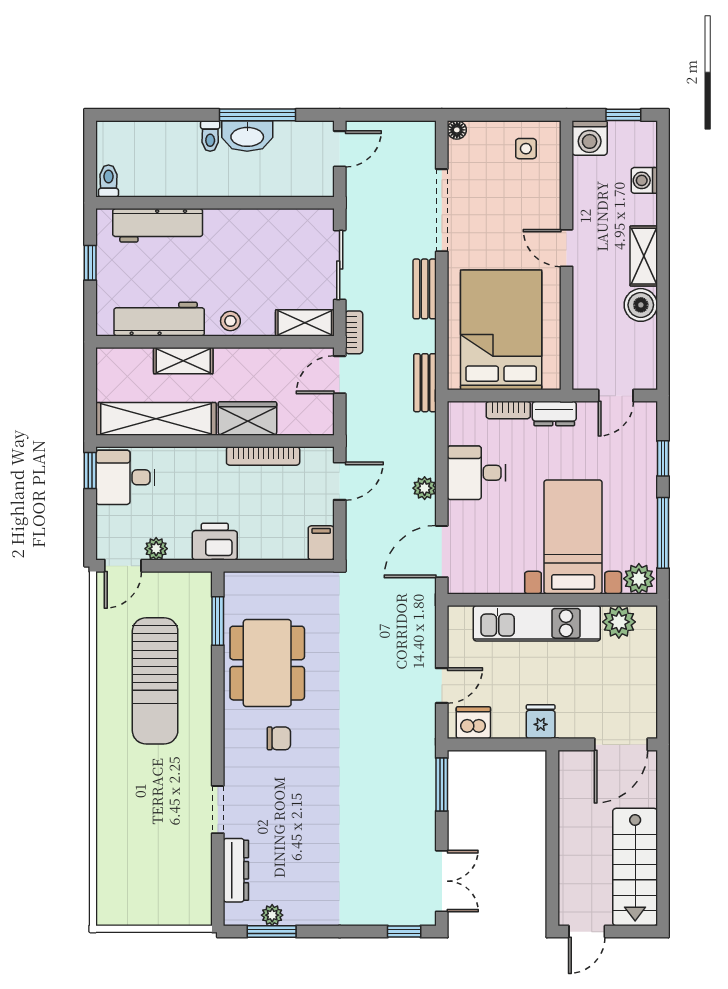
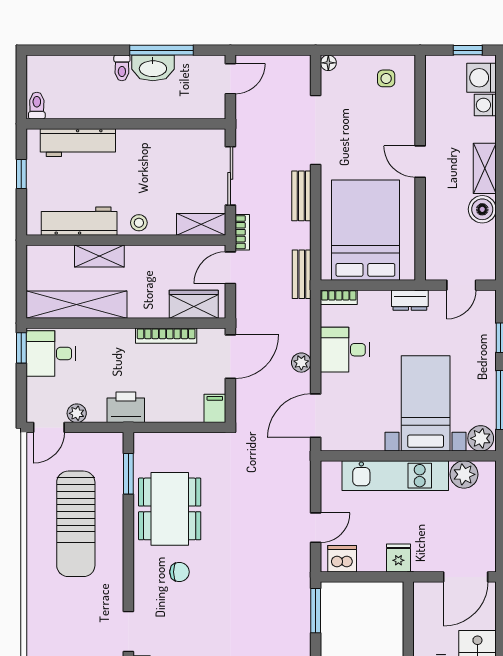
washing machine: (590, 138) -> (481, 78), moved, turned 90
bookcase: (508, 410) -> (339, 297), moved
wardrobe: (247, 418) -> (194, 304), moved
door: (340, 481) -> (230, 357), width x1.38

